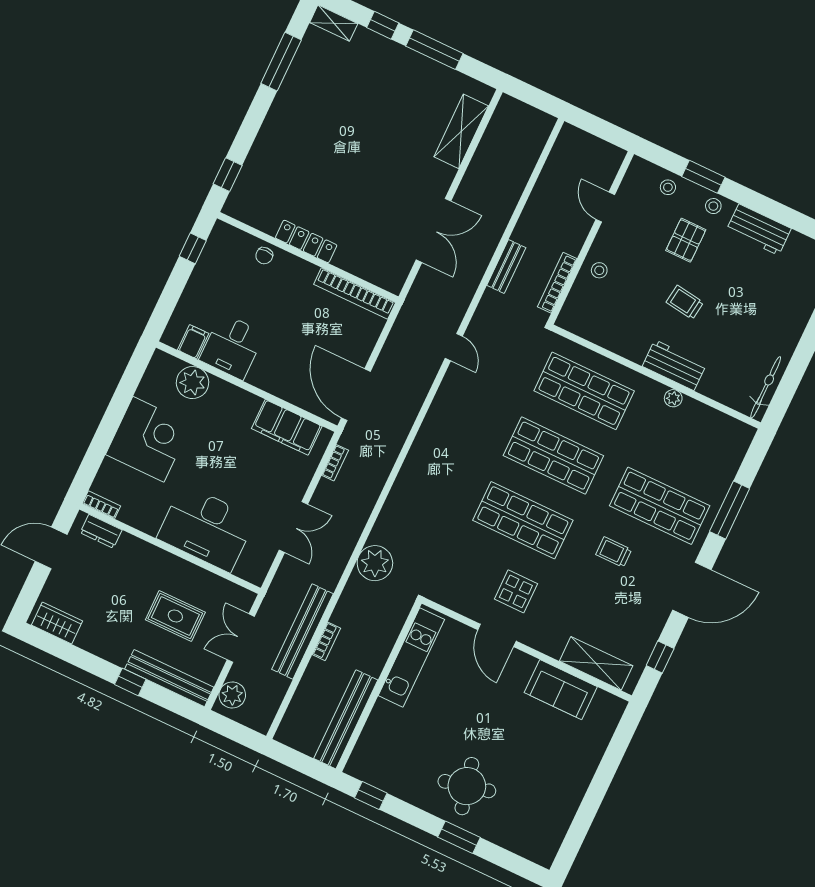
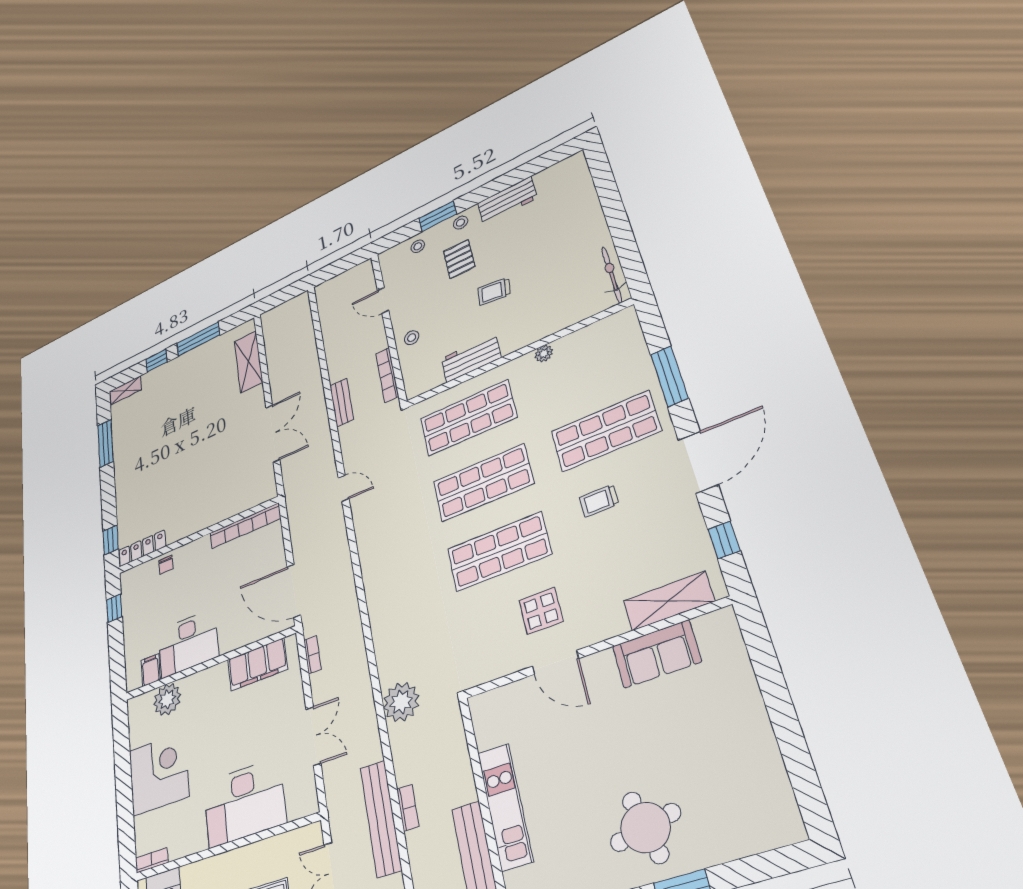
locker: (306, 241) -> (142, 548), moved
desk: (232, 346) -> (188, 643), width x1.37
workbench: (674, 365) -> (471, 358), moved
kitchen unit: (411, 657) -> (505, 806), moved

